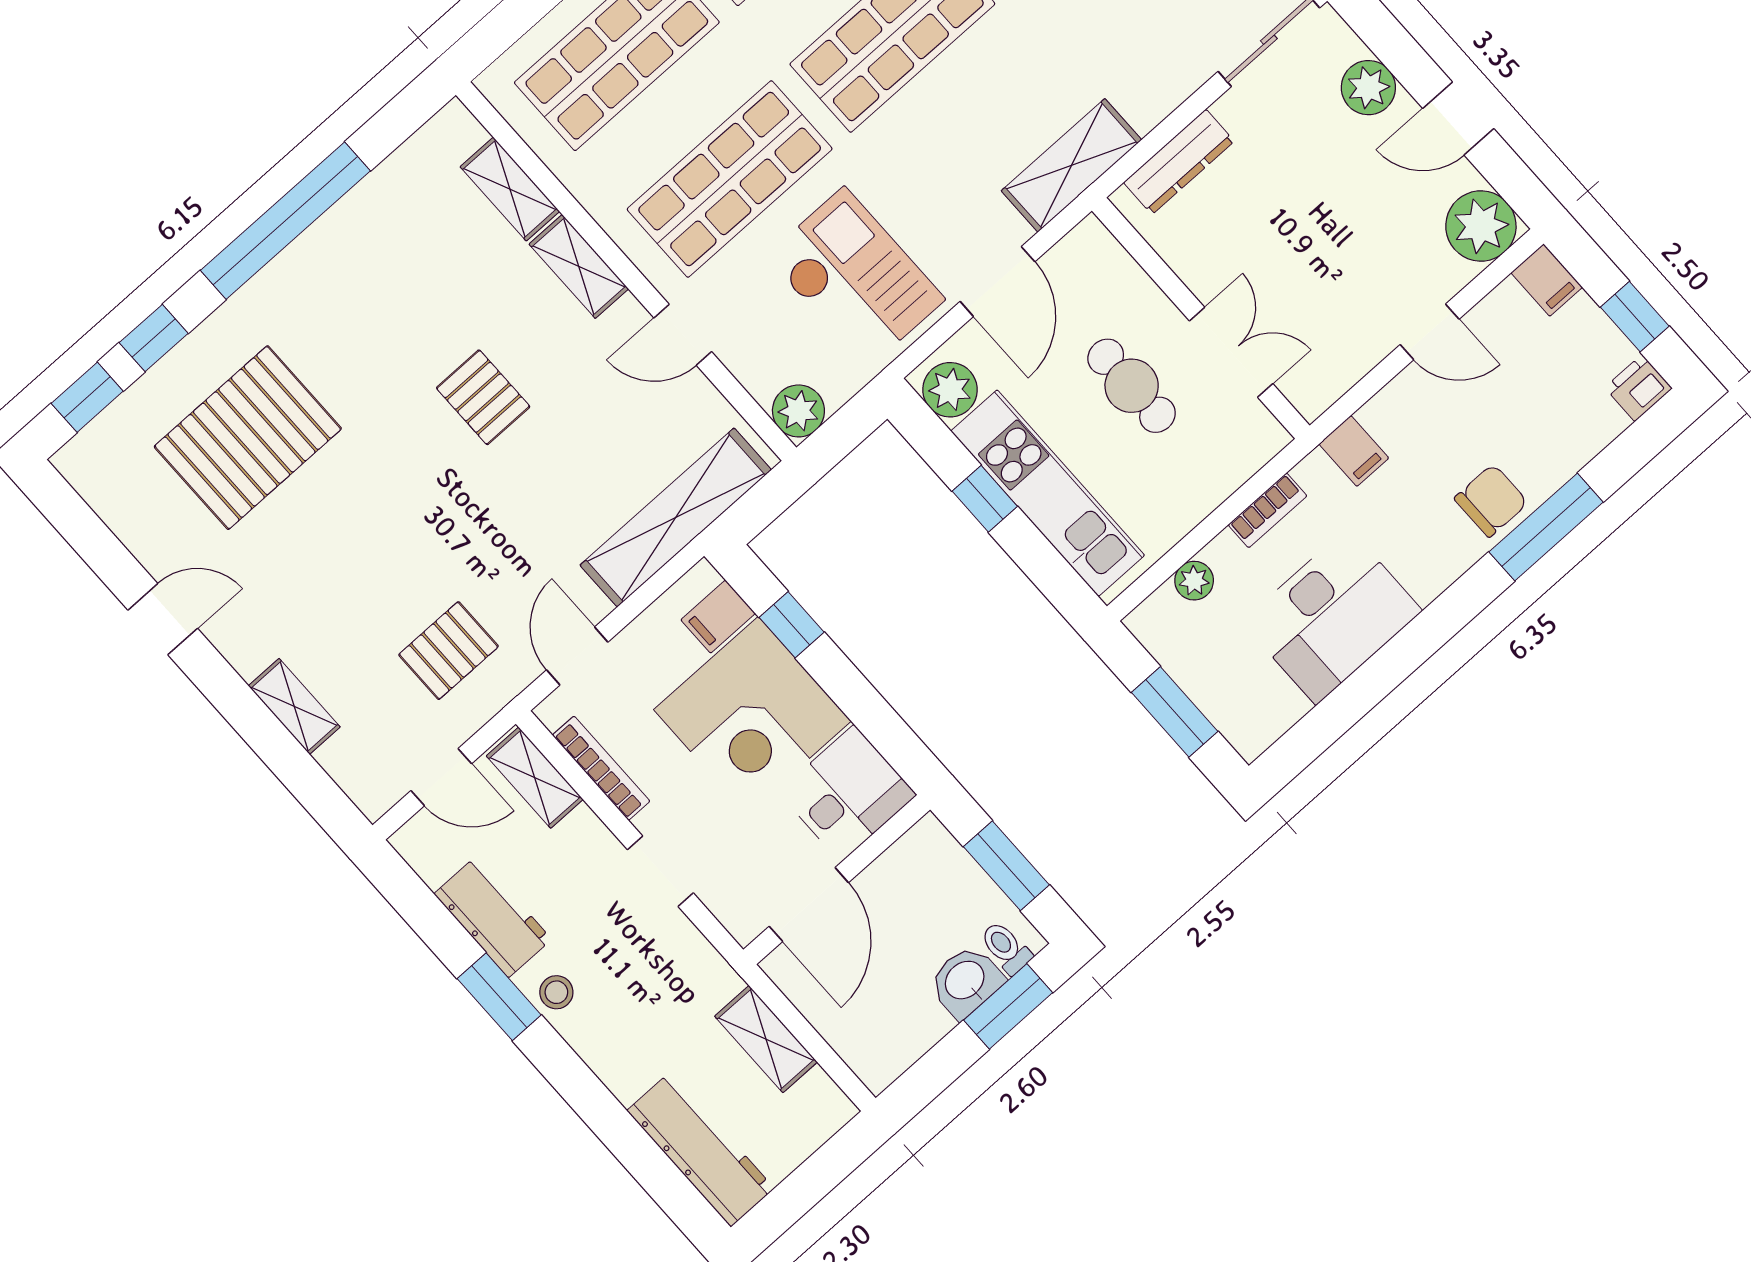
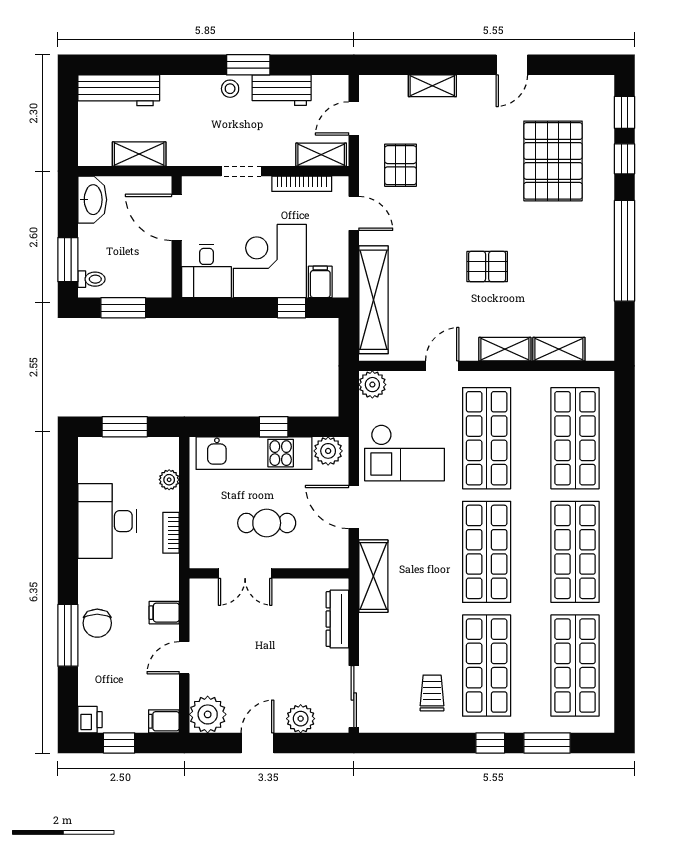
filing cabinet: (1354, 451) -> (164, 613), moved
washbasin: (966, 981) -> (92, 200), moved, width x1.38

